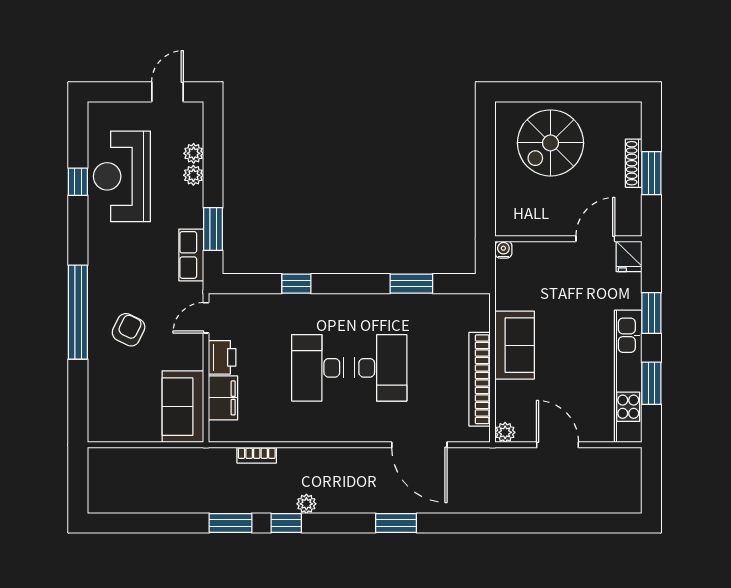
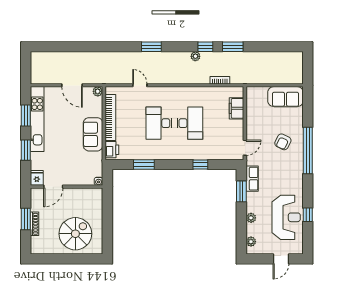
door: (167, 92) -> (281, 259), moved
plant: (194, 153) -> (251, 242), moved
printer: (222, 357) -> (112, 150), moved, turned 180
sofa: (183, 407) -> (286, 97), moved, turned 90
door: (419, 445) -> (140, 85), width x0.53

